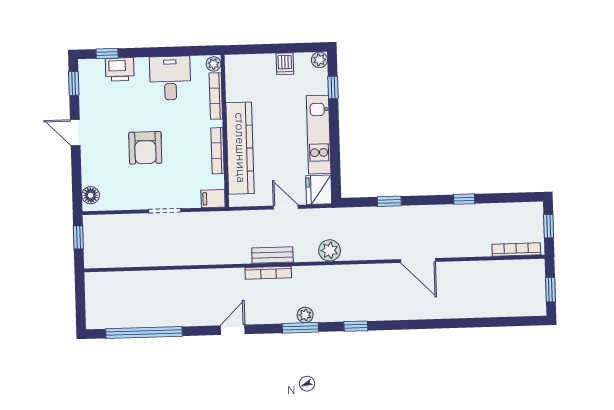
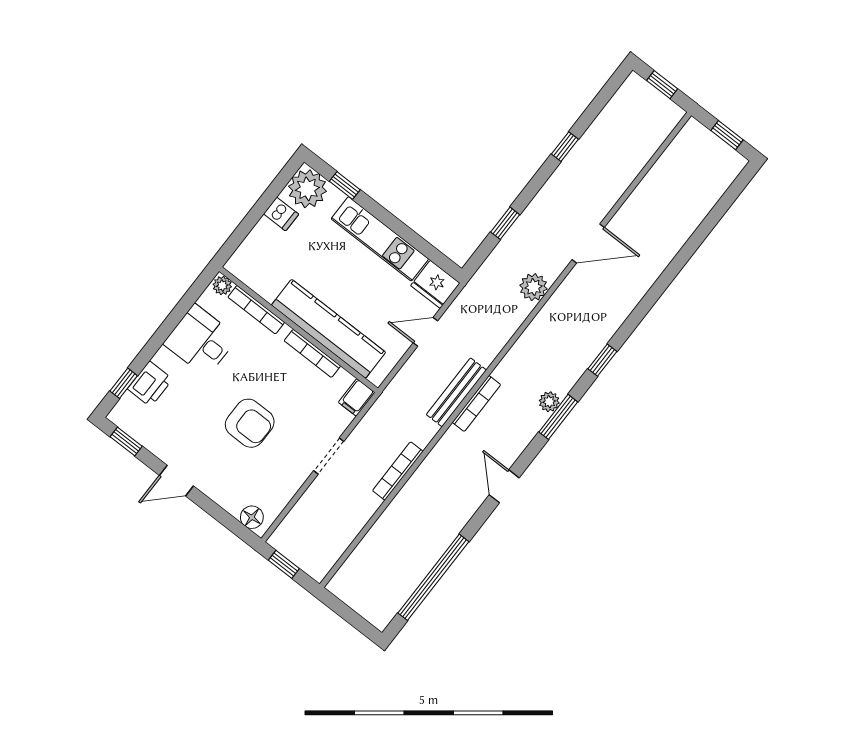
plant: (319, 60) -> (307, 189), width x1.87, depth x1.87
bookcase: (516, 249) -> (398, 471), moved
plant: (330, 250) -> (533, 287), moved
bench: (272, 255) -> (456, 392), width x1.36

